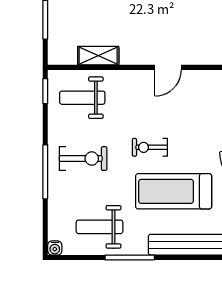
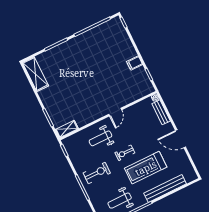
shelving: (98, 56) -> (67, 129), moved
weight bench: (82, 98) -> (100, 138), moved

